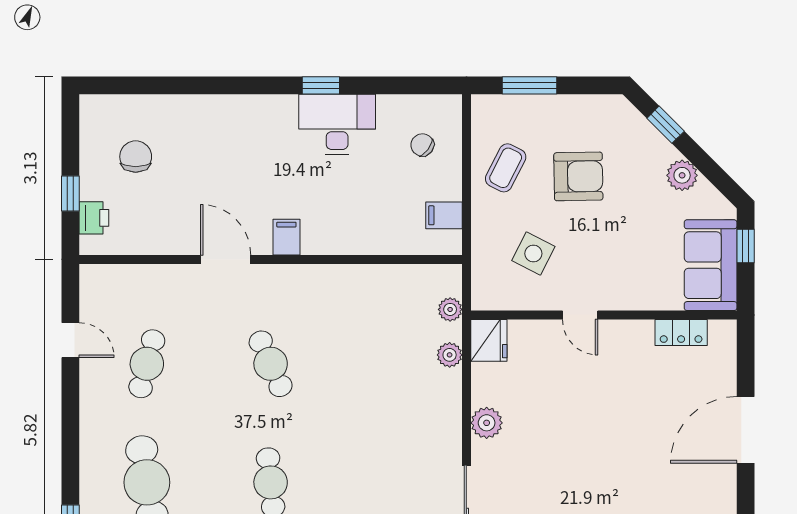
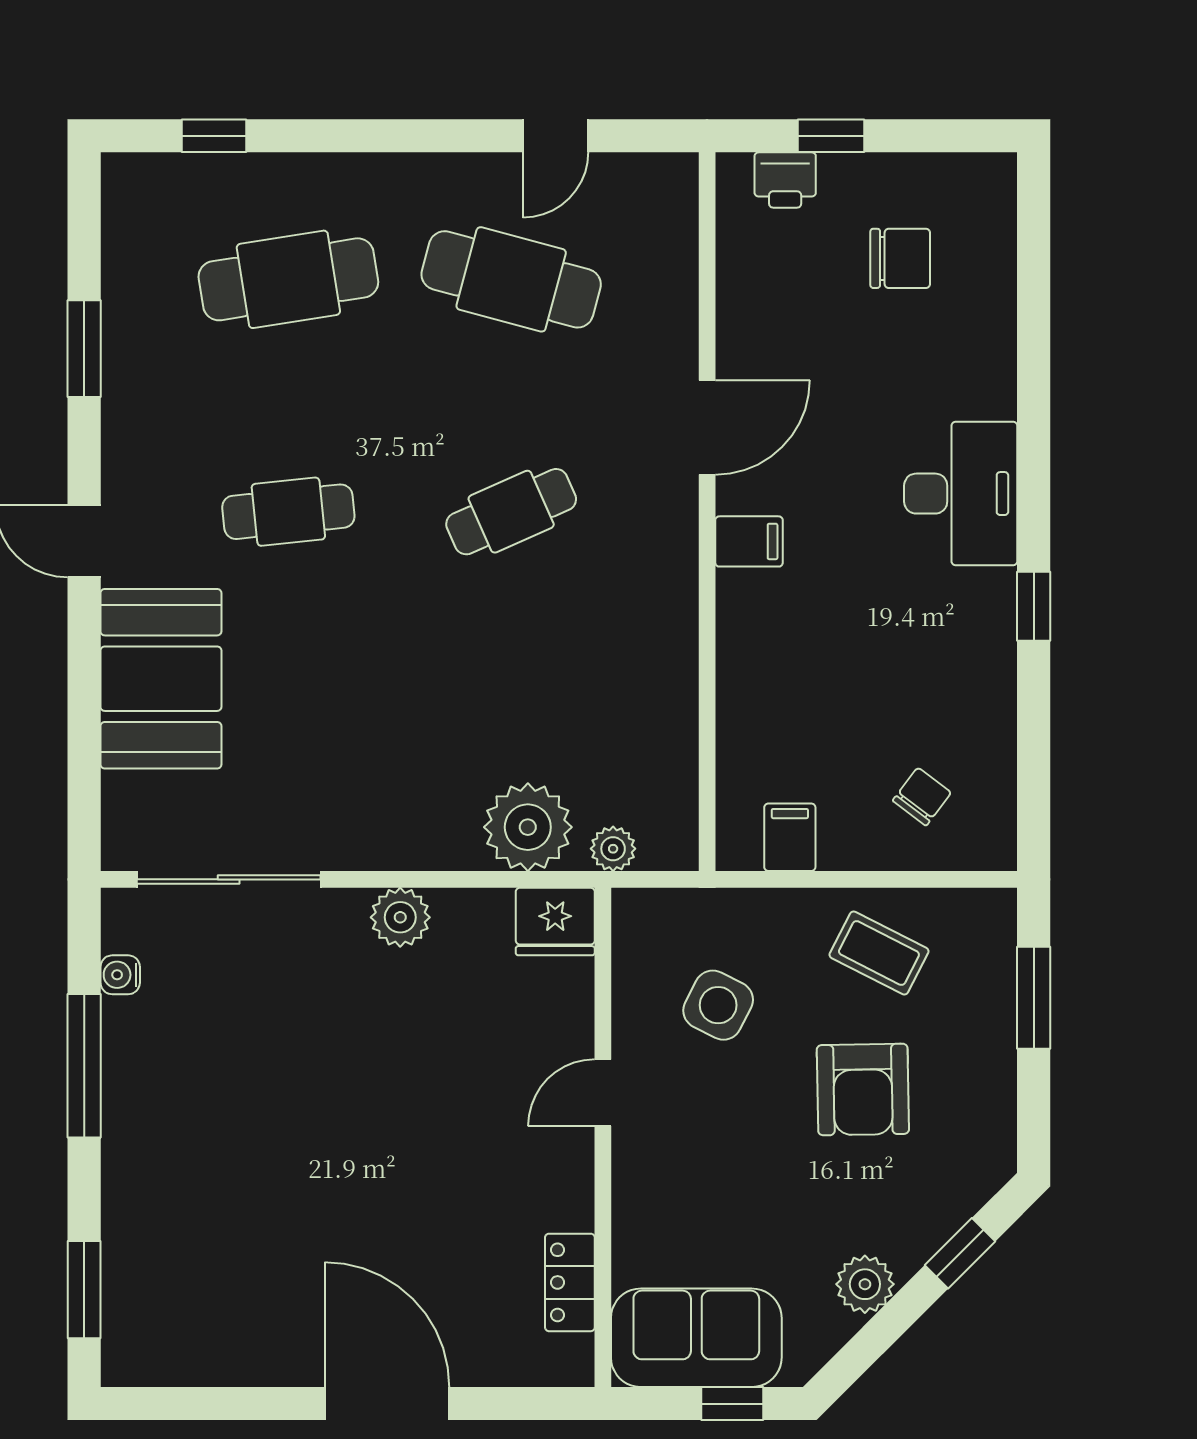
desk: (337, 124) -> (961, 494), moved
plant: (450, 355) -> (528, 827), width x1.88, depth x1.88
cafe table: (147, 364) -> (511, 279), width x1.37, depth x1.35

